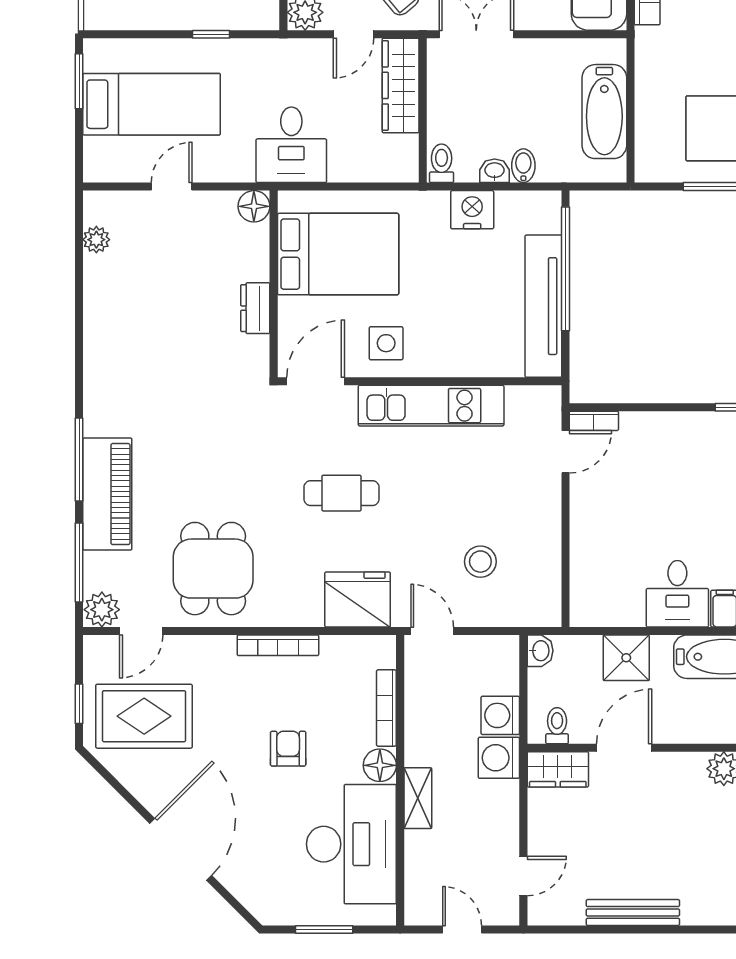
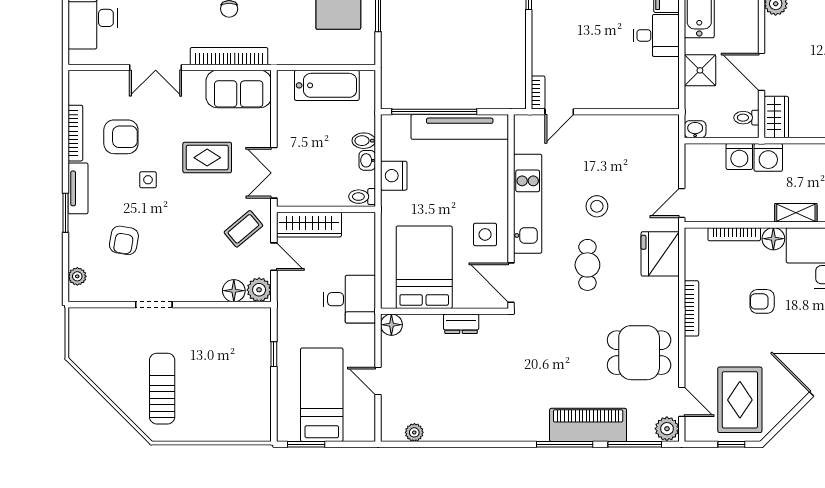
door: (566, 452) -> (559, 112), swing flipped
stool: (480, 562) -> (597, 206), moved

